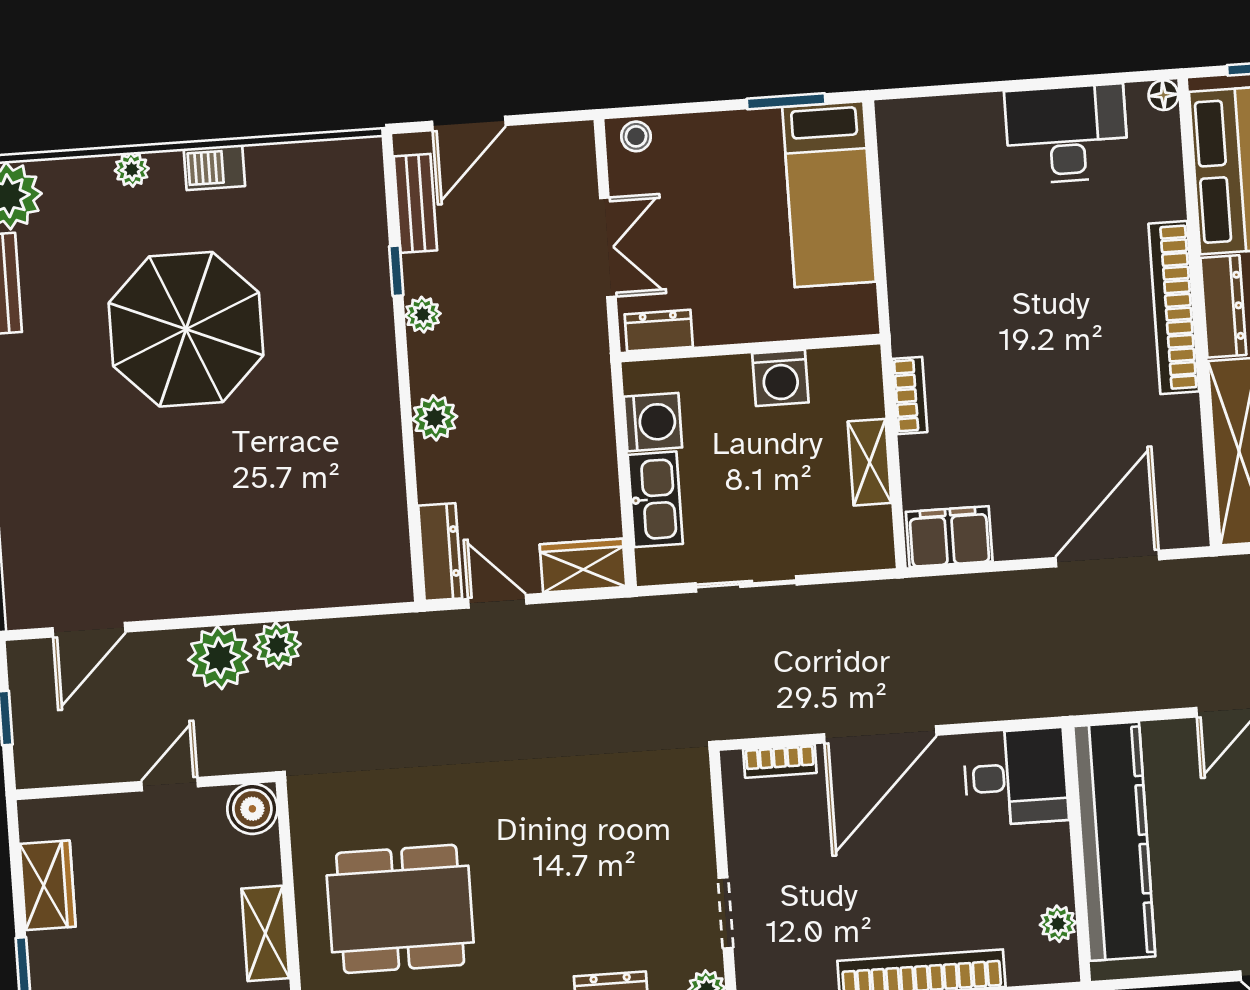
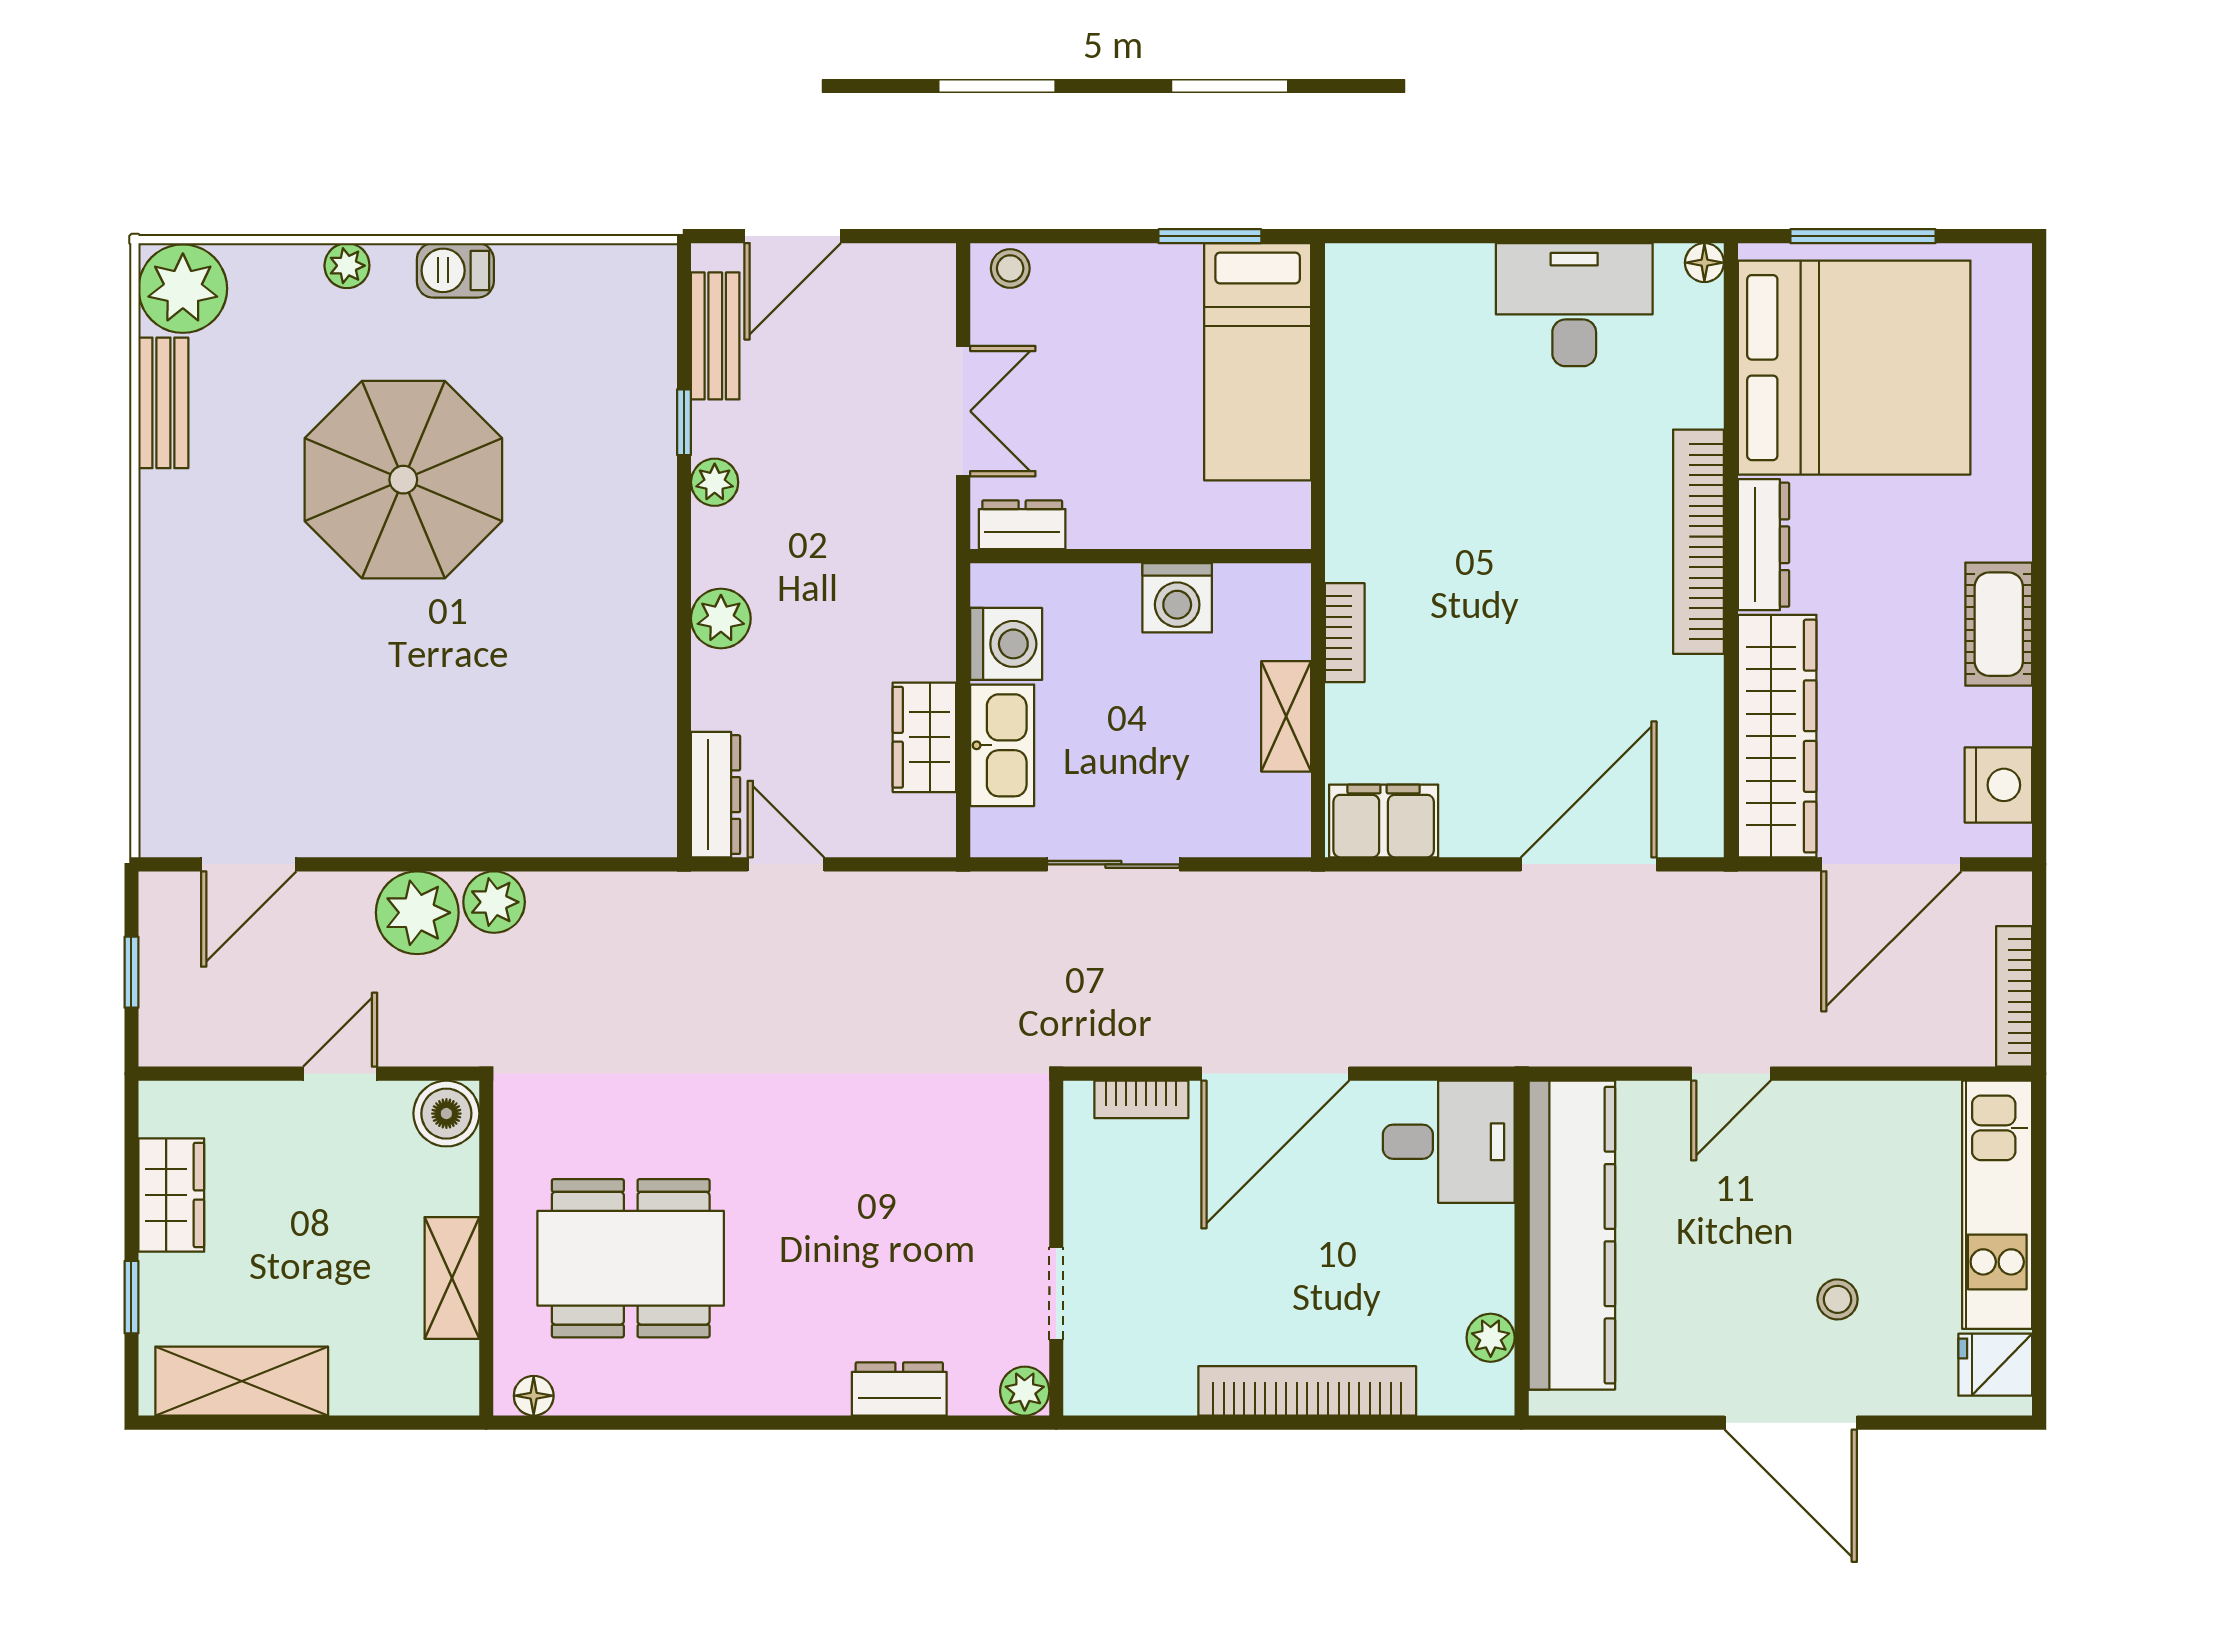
wardrobe: (583, 566) -> (924, 737), moved, turned -90

